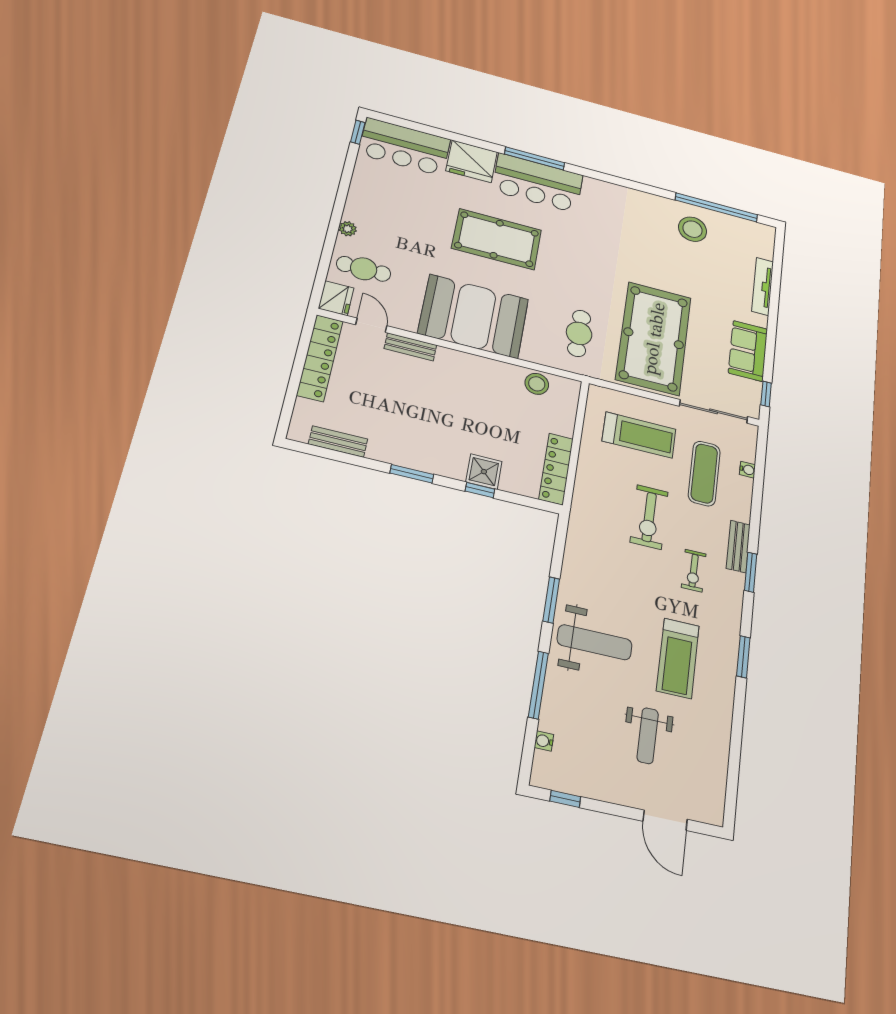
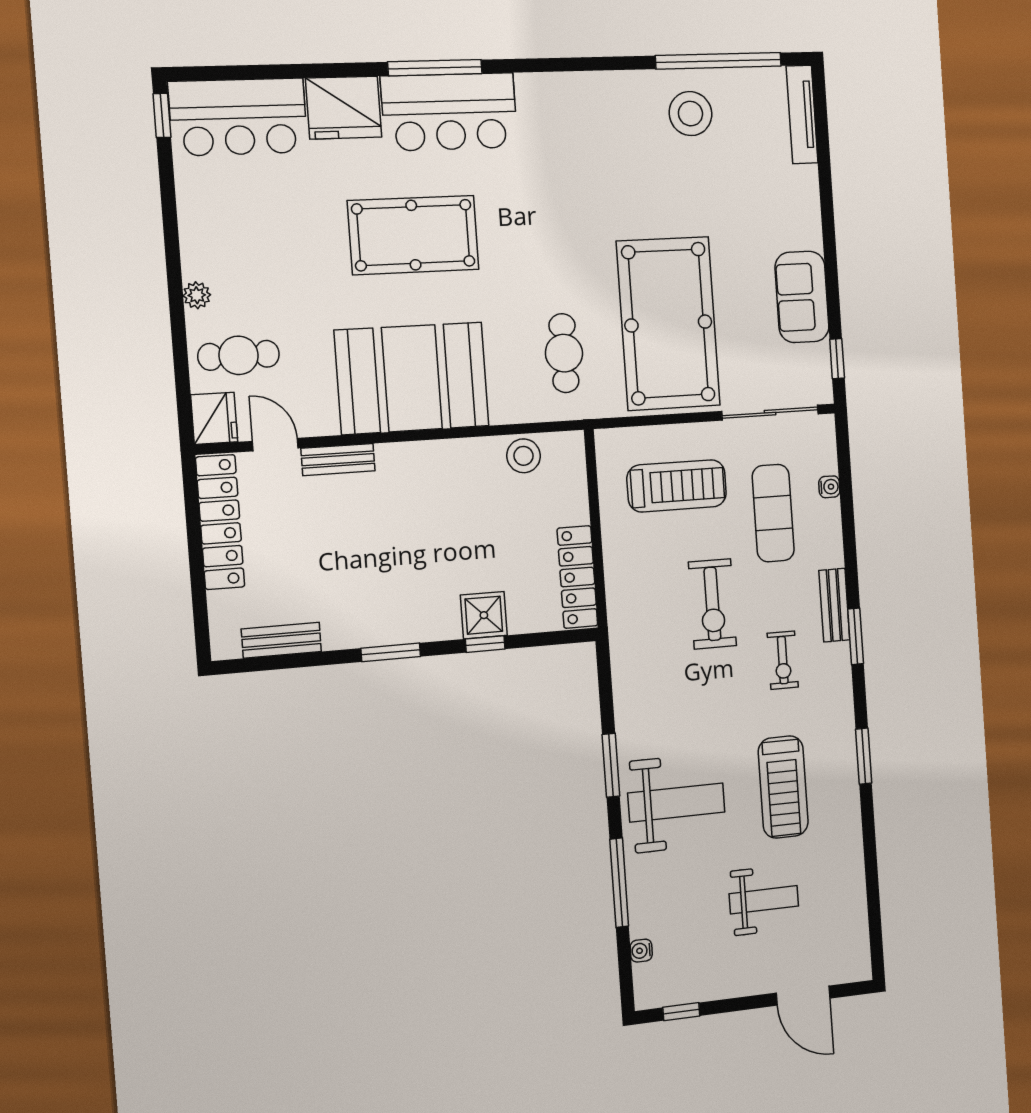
tv unit: (763, 286) -> (802, 114), moved
weight bench: (648, 736) -> (764, 900), turned -90

